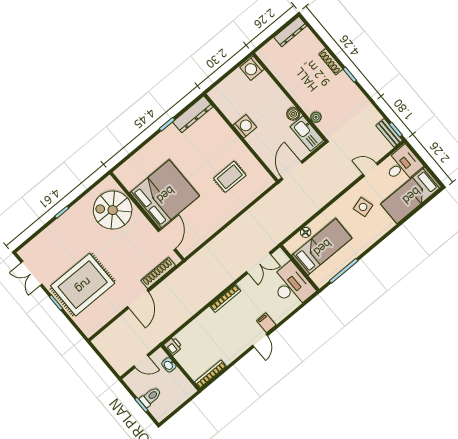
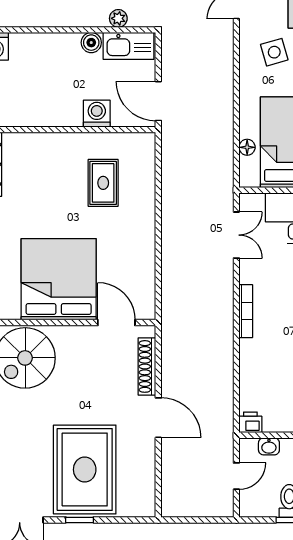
washing machine: (245, 126) -> (97, 114), moved

